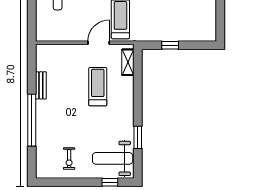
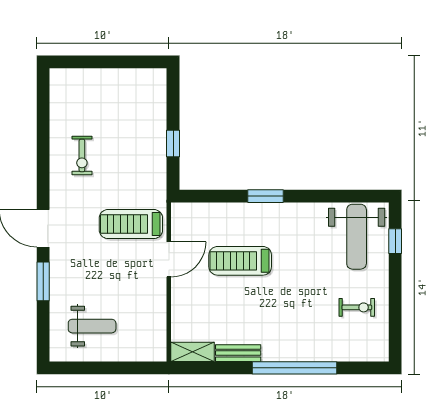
door: (99, 43) -> (169, 259), swing flipped
shelving: (128, 62) -> (192, 352), moved
window: (138, 137) -> (265, 196), moved

